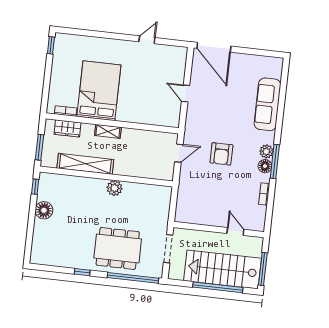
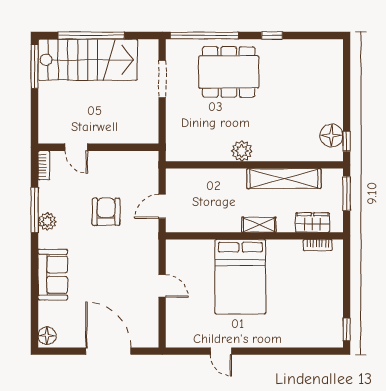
door: (147, 40) -> (221, 351), hinge flipped
door: (214, 47) -> (108, 351), moved
bed: (99, 91) -> (240, 277), moved
sofa: (267, 104) -> (53, 275), width x0.73
floor lamp: (265, 166) -> (47, 336), moved
floor lamp: (44, 210) -> (331, 135), moved
wall: (219, 230) -> (98, 147), moved
door: (235, 231) -> (76, 147), moved

